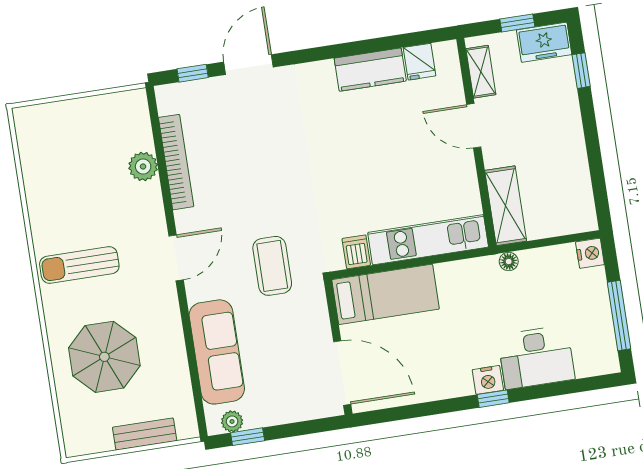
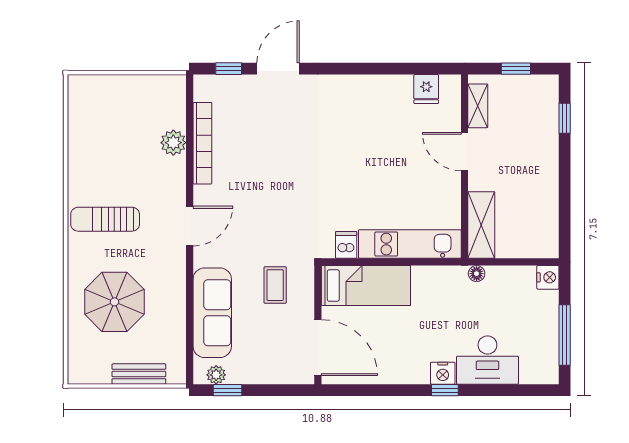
freezer: (544, 42) -> (537, 89), removed
kitchen counter: (370, 70) -> (383, 89), removed
coffee table: (272, 266) -> (275, 285), moved, width x0.73, depth x0.77

